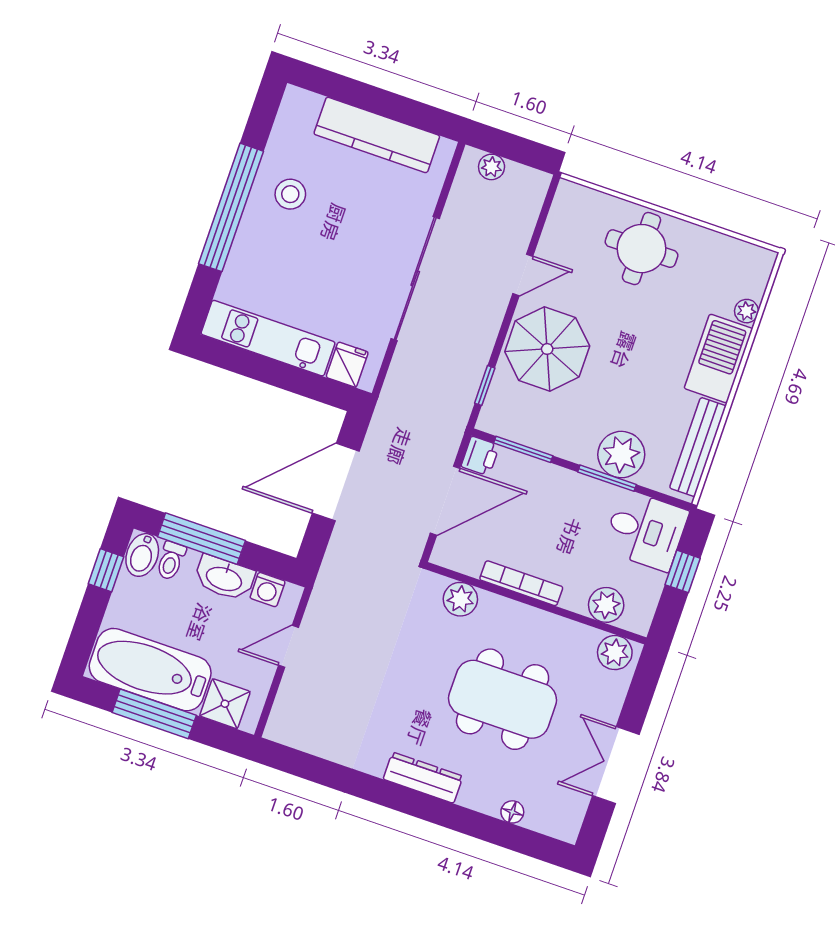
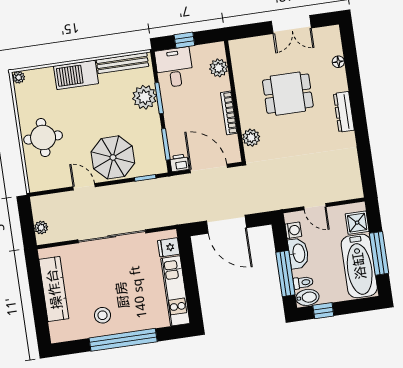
plant: (746, 311) -> (19, 77), moved
plant: (615, 653) -> (239, 52), removed
dining table: (503, 699) -> (288, 94), width x0.73

